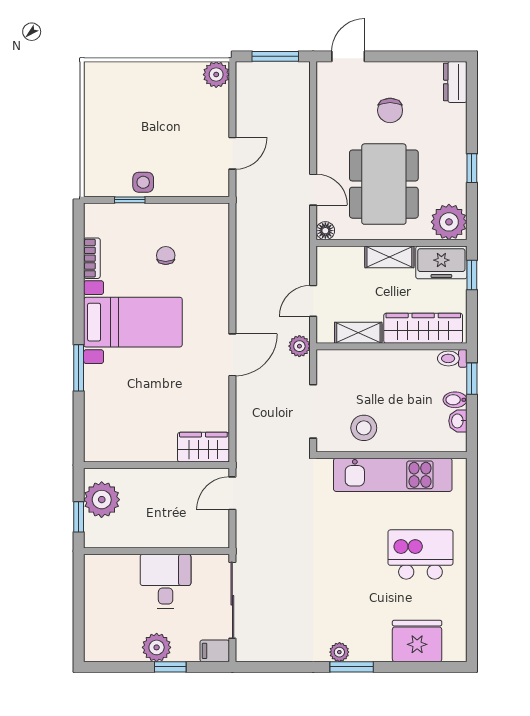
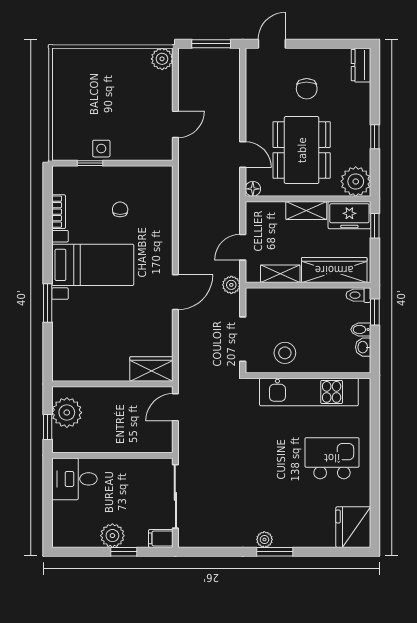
desk: (166, 581) -> (74, 479), moved, turned -90
fridge: (417, 641) -> (353, 527), moved, turned -90

